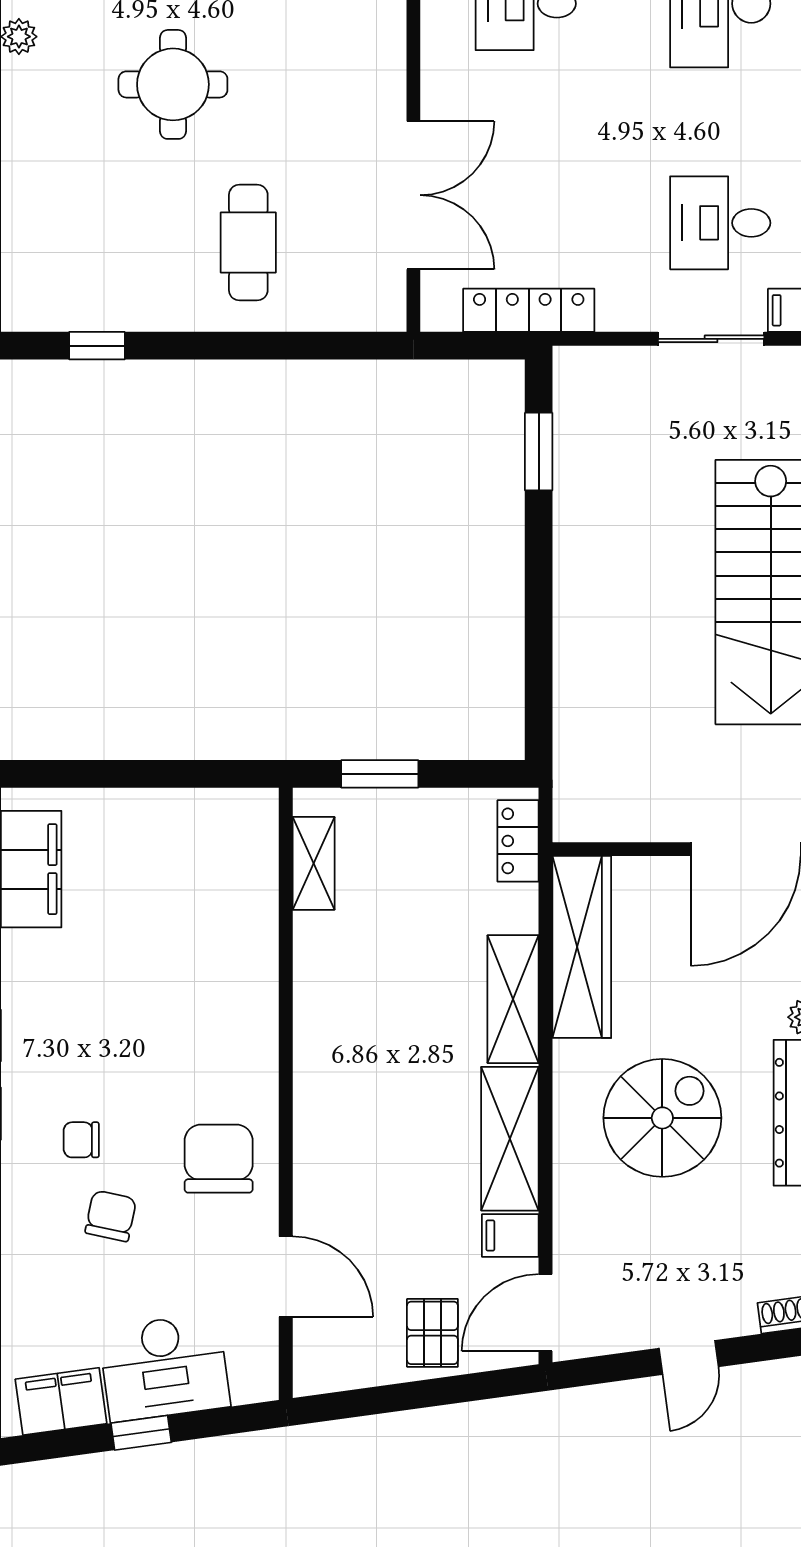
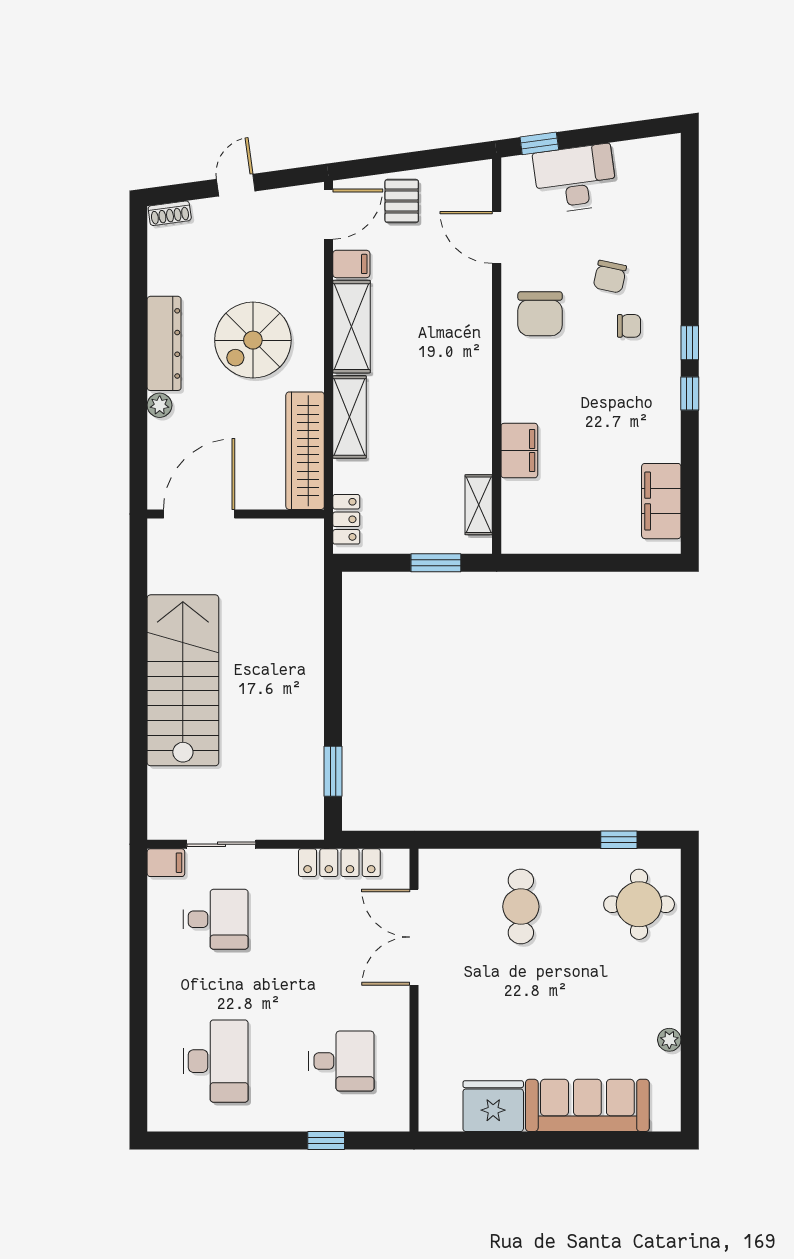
round table: (173, 84) -> (639, 904), moved
filing cabinet: (61, 1401) -> (519, 451), moved, turned -82
window: (141, 1433) -> (539, 143), moved

